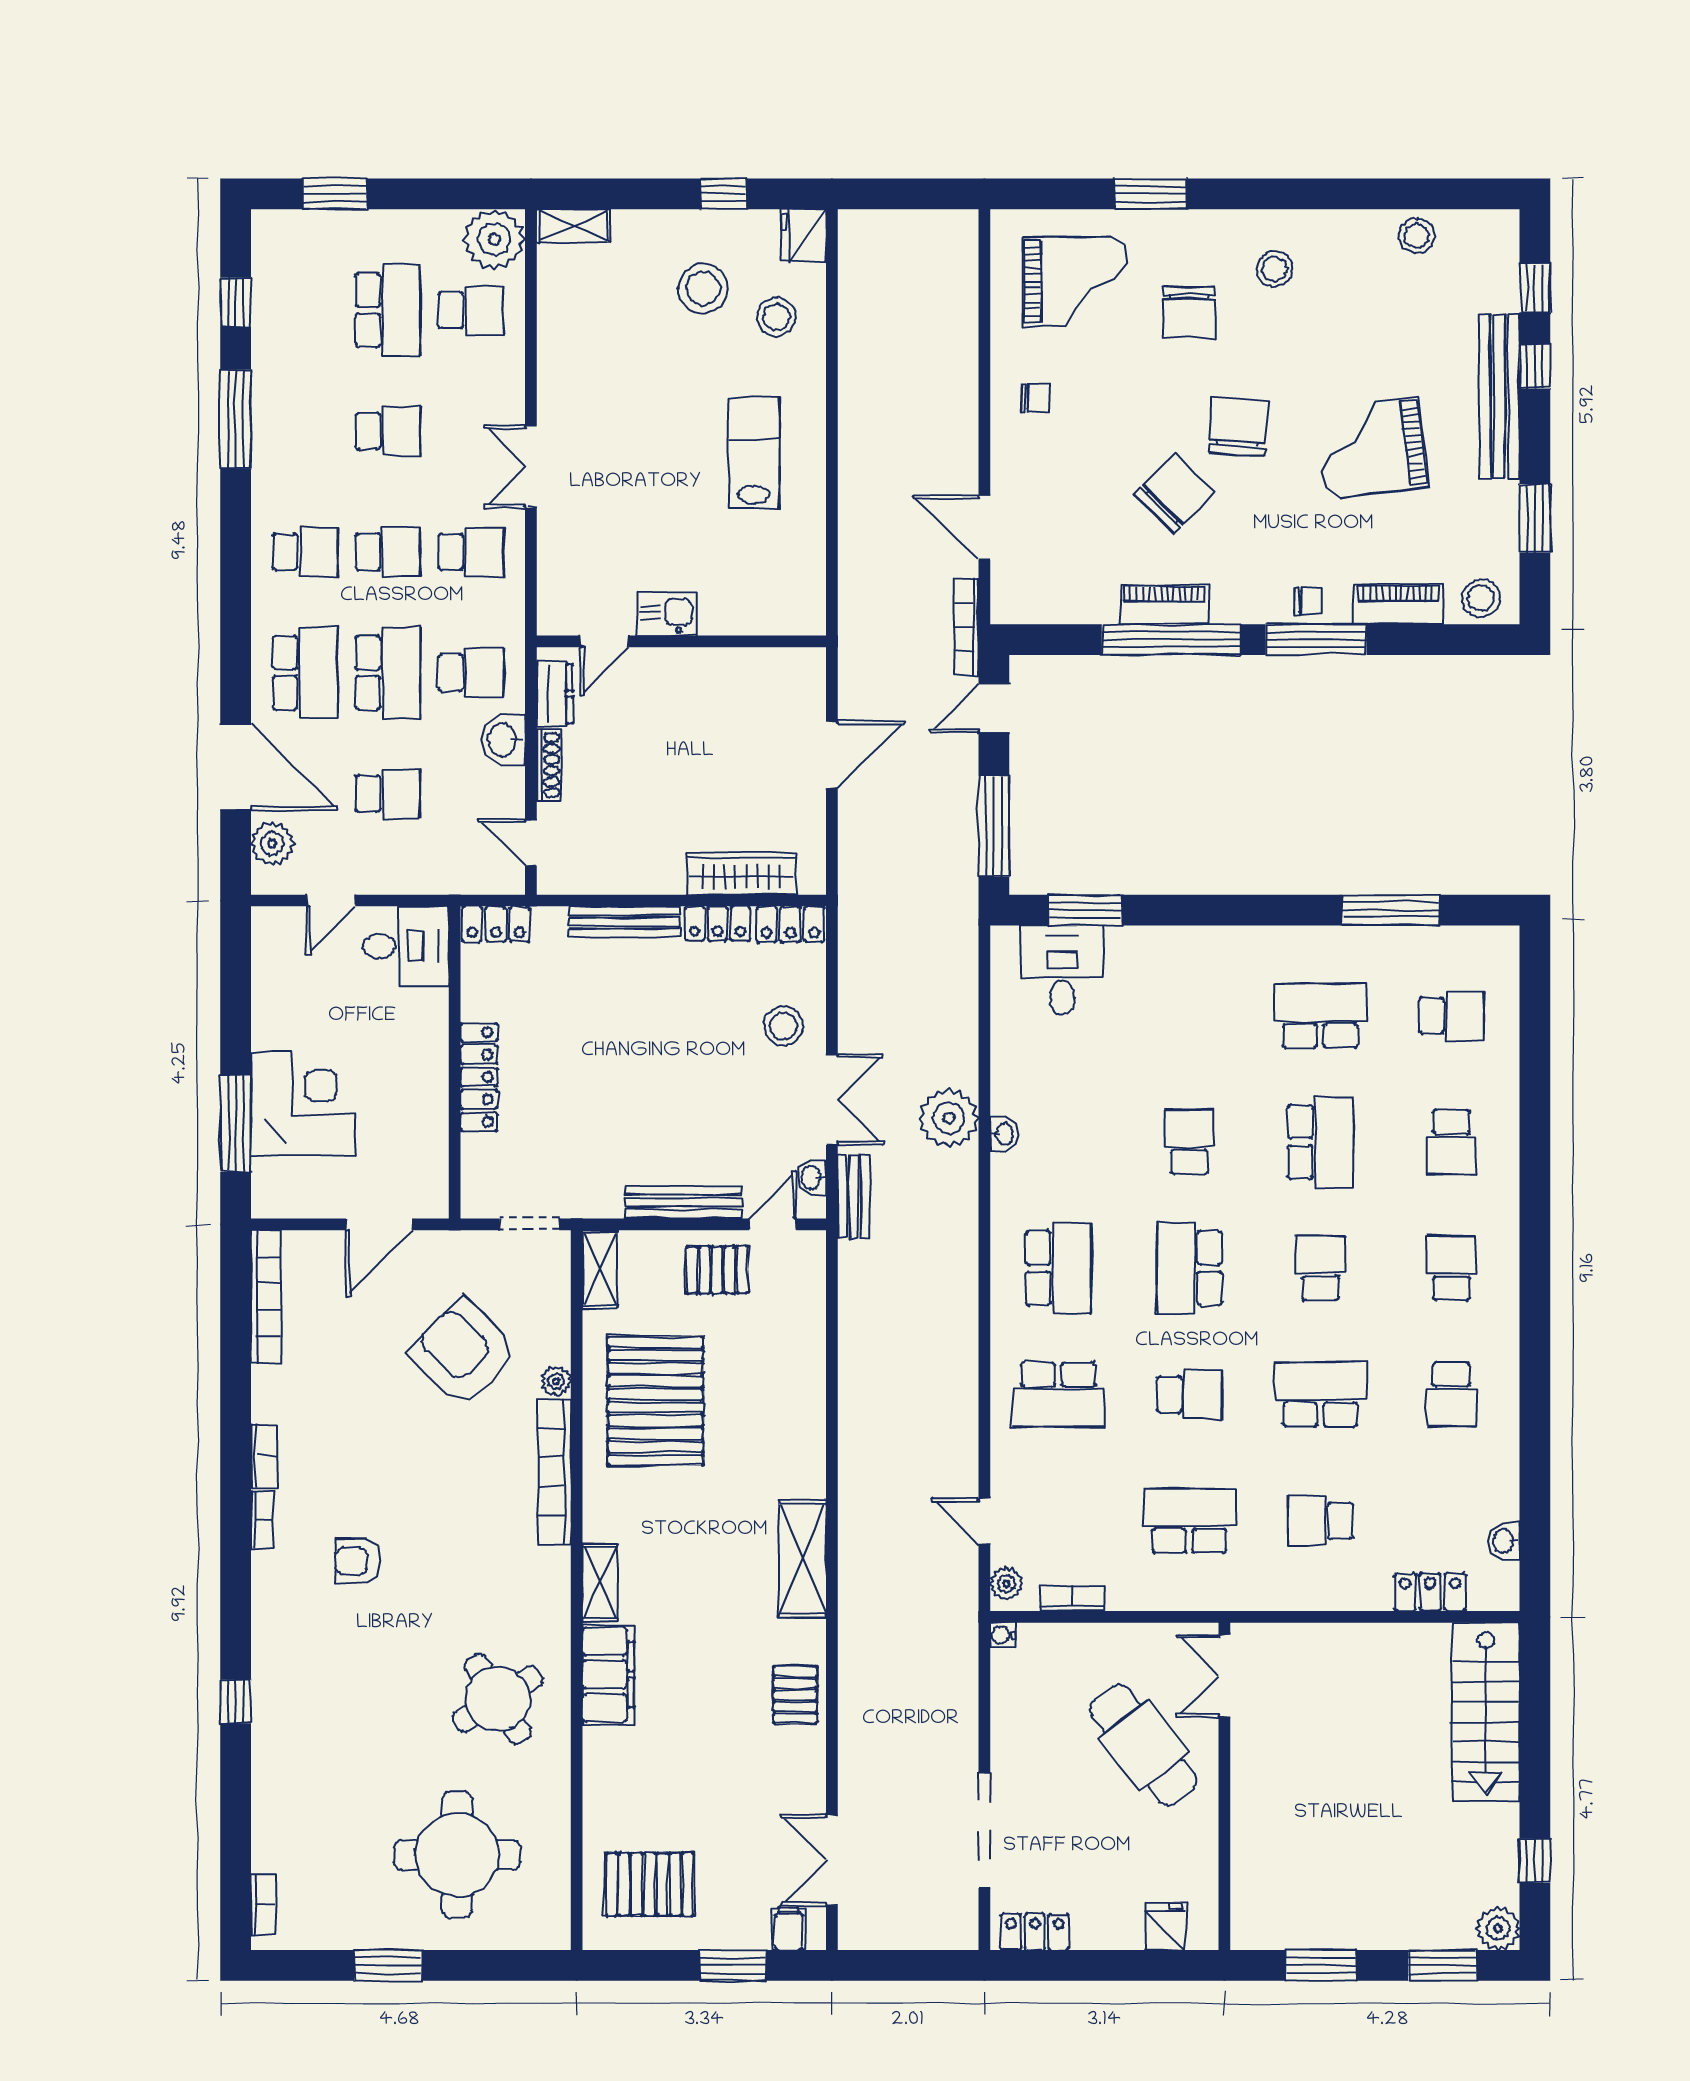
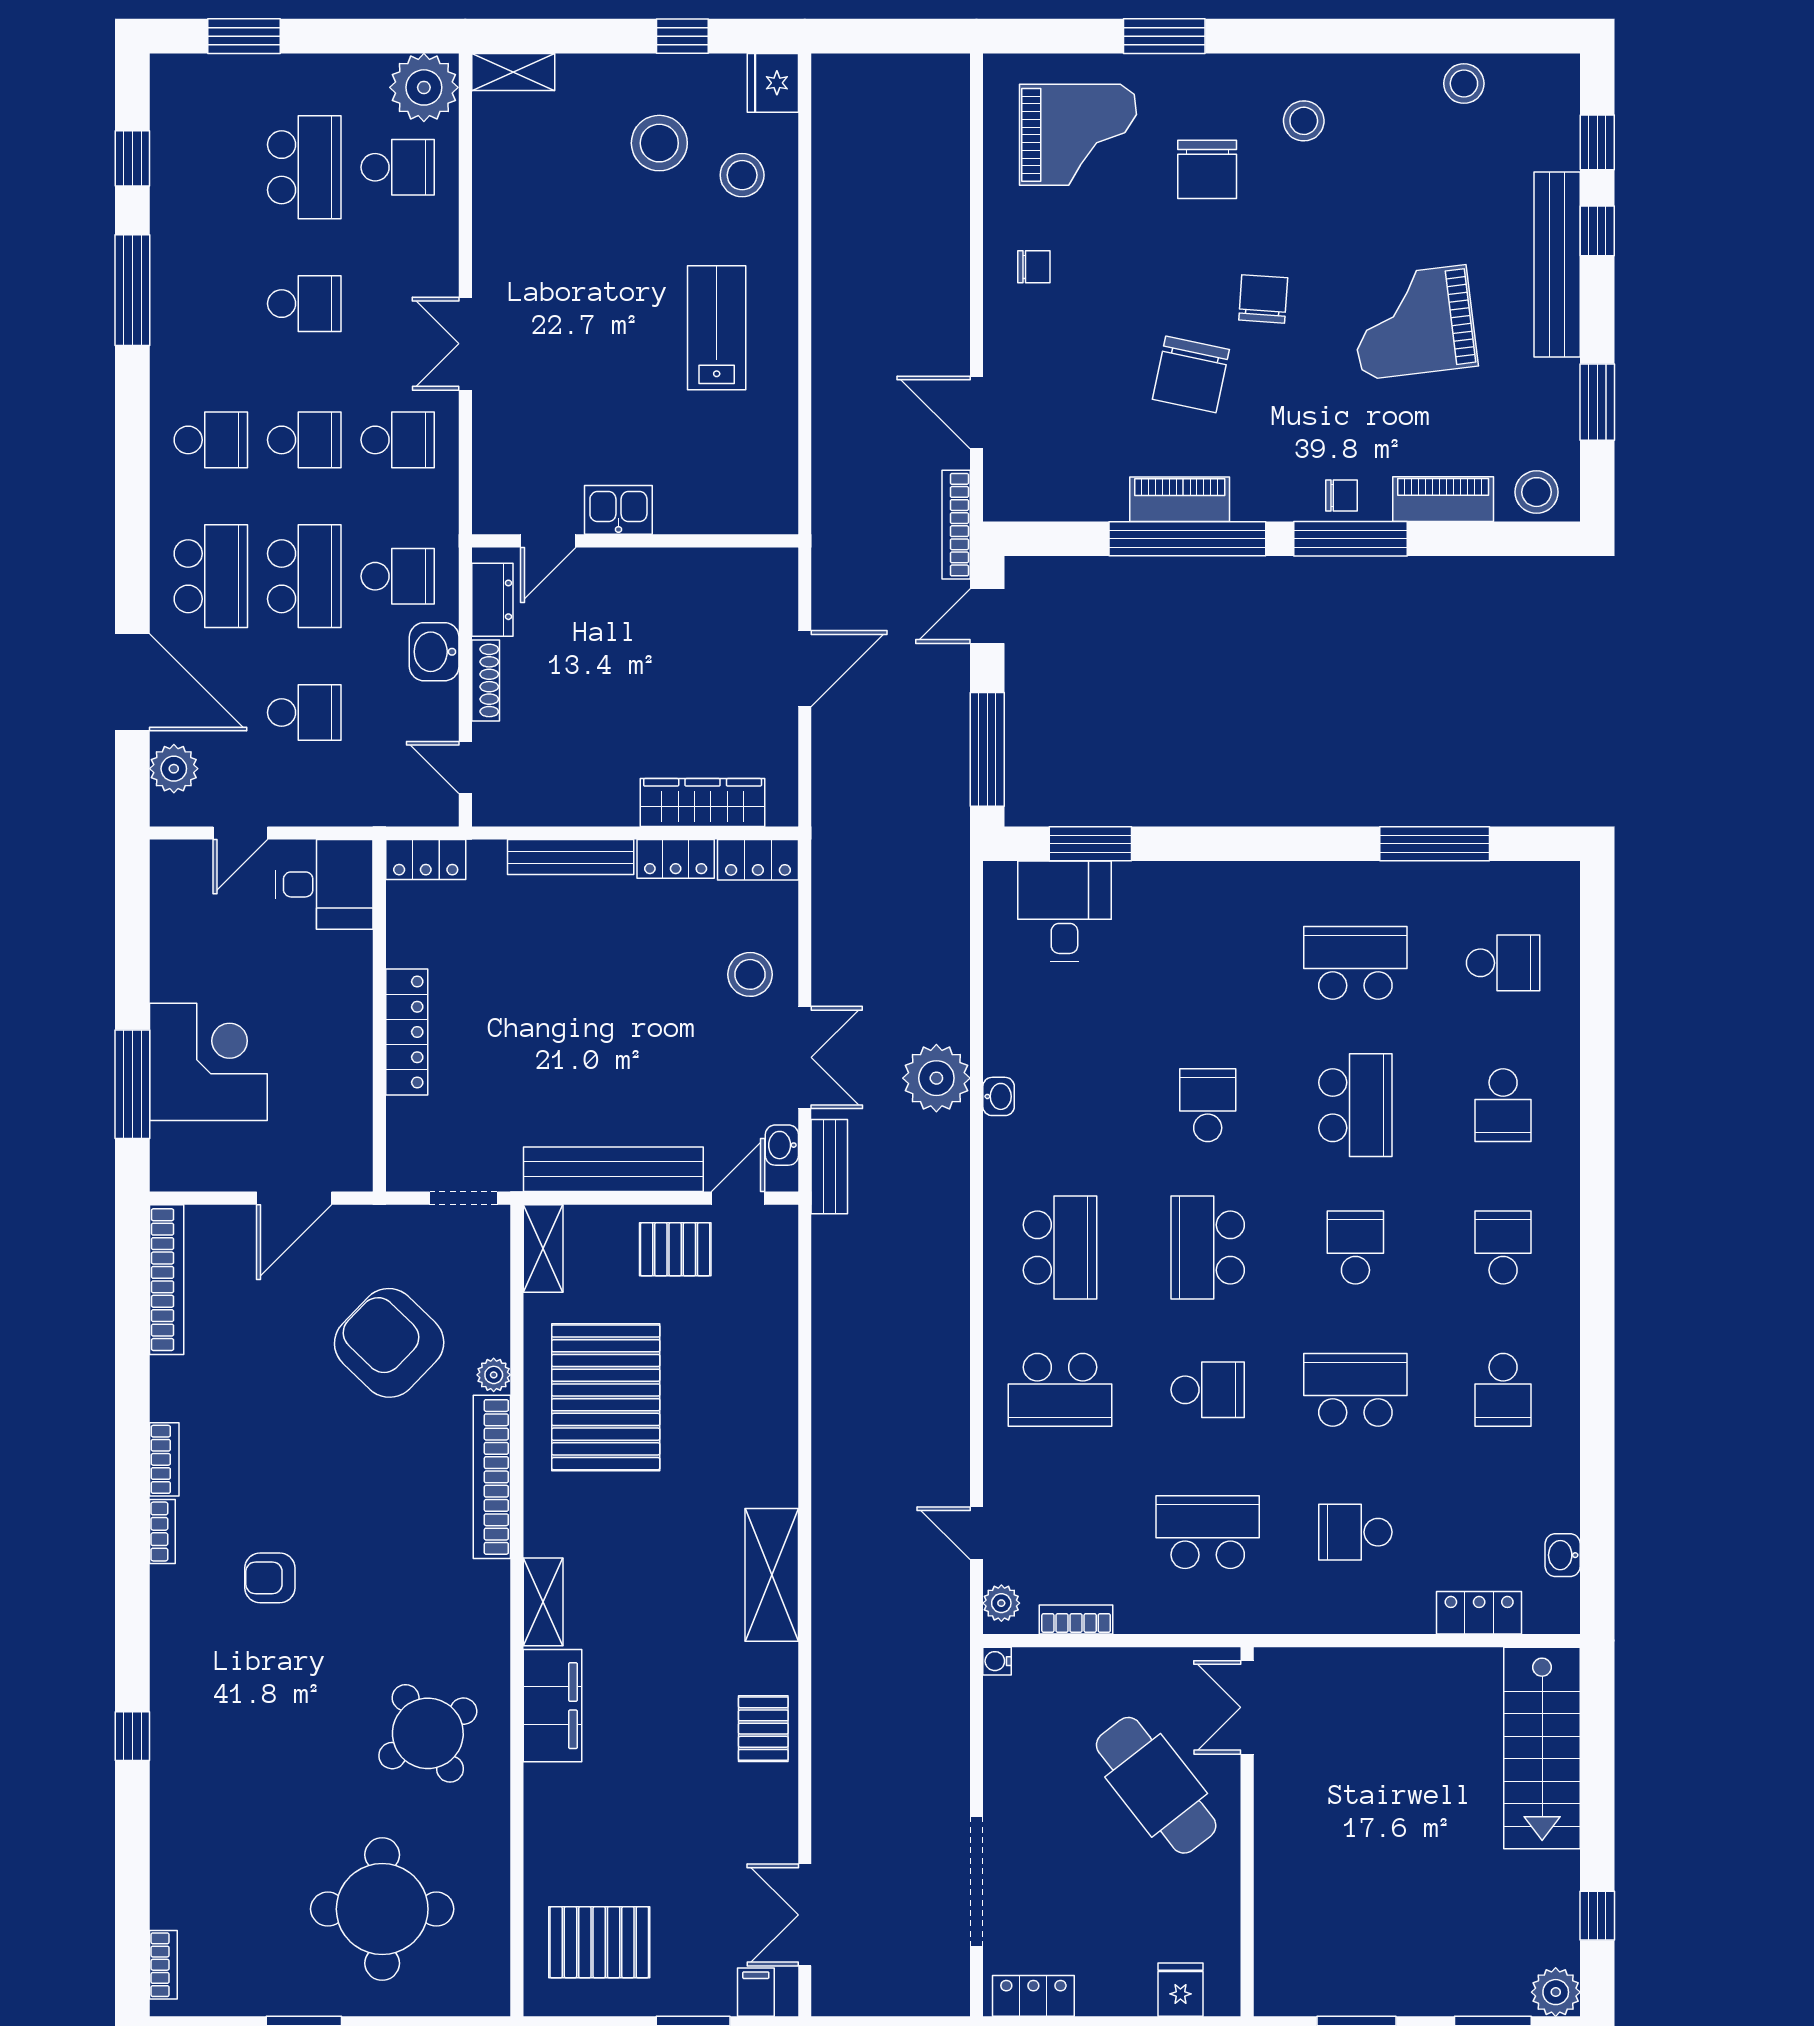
chair: (1239, 427) -> (1263, 299), width x0.73, depth x0.73
chair: (1174, 494) -> (1191, 374), turned 147
bench: (684, 1202) -> (613, 1169), width x1.37, depth x1.21

